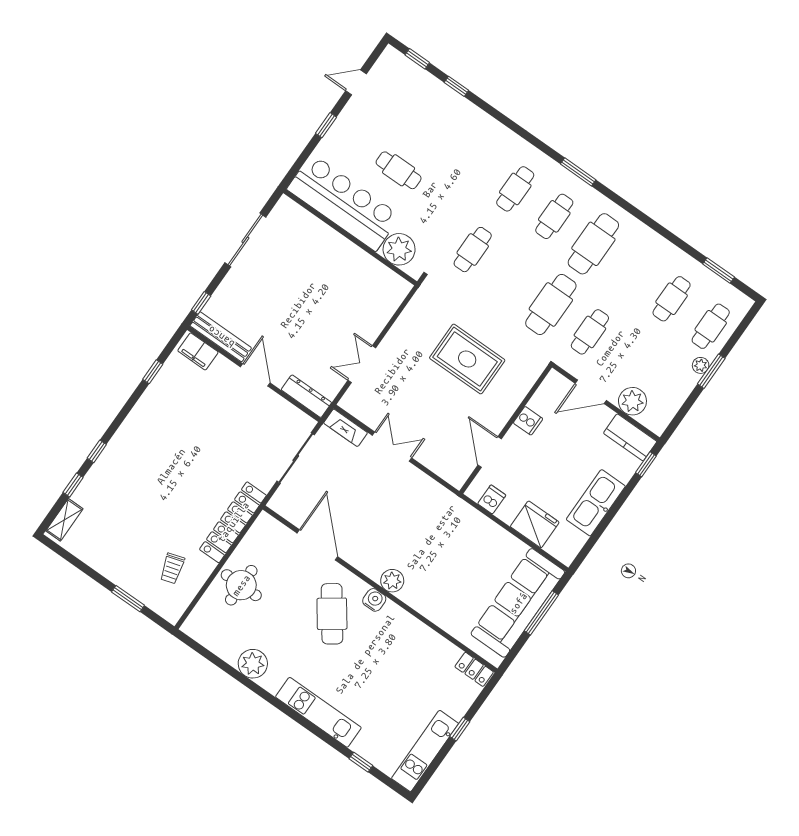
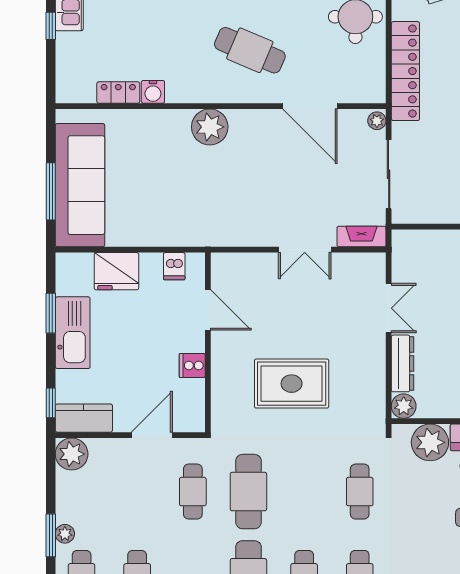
plant: (400, 288) -> (404, 406), added
dresser: (306, 396) -> (403, 363), moved, turned -90
plant: (632, 401) -> (72, 454), moved
plant: (278, 502) -> (377, 121), added
window: (602, 527) -> (51, 313), added
plant: (392, 581) -> (210, 127), width x1.36, depth x1.36
water cooler: (374, 600) -> (153, 92), moved
cafe table: (332, 614) -> (250, 50), turned -31
locker: (474, 669) -> (118, 92), moved

